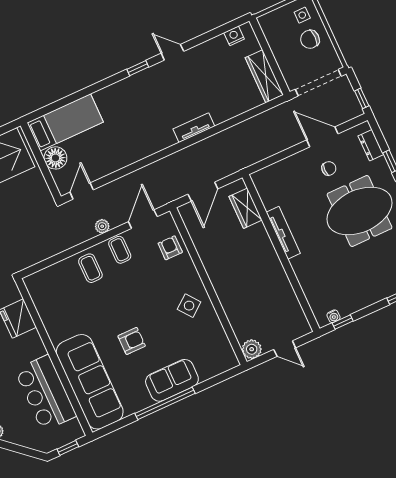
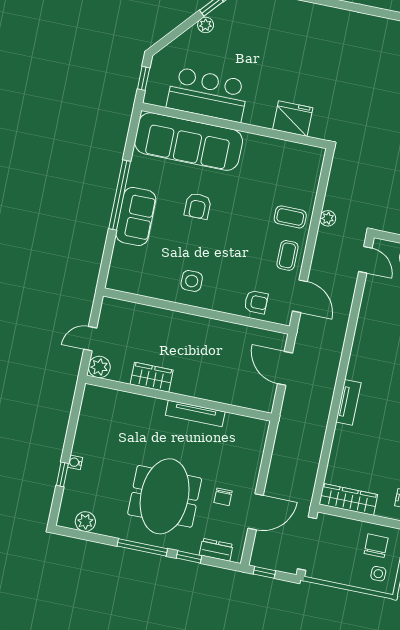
chair: (310, 39) -> (376, 546), moved
wardrobe: (246, 208) -> (152, 377), moved
plant: (102, 226) -> (328, 218), moved
coffee table: (120, 250) -> (287, 255), turned 90
side table: (189, 306) -> (192, 281), turned 38
water cooler: (334, 316) -> (75, 462), moved
window: (343, 322) -> (76, 408), removed
plant: (252, 349) -> (99, 367), moved

